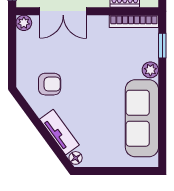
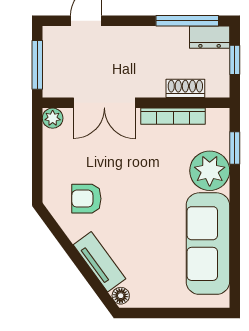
bookcase: (134, 21) -> (173, 116), moved
plant: (150, 70) -> (210, 171), width x1.88, depth x1.88
armchair: (50, 84) -> (86, 199), turned 180

